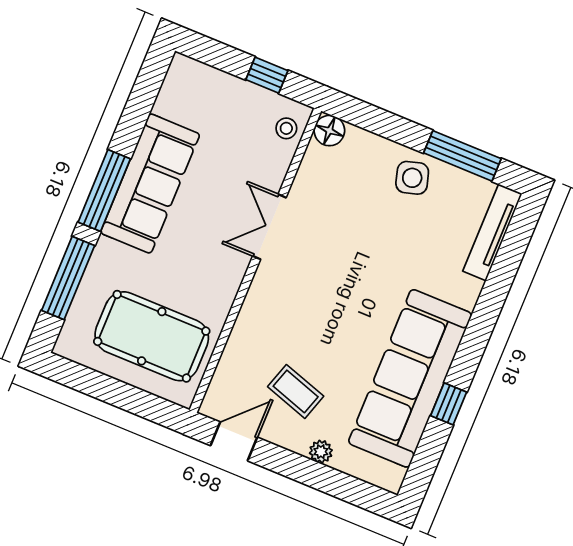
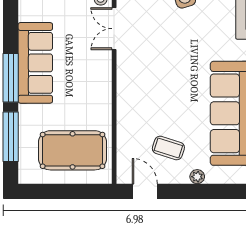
double door: (269, 227) -> (114, 29), moved
door: (234, 441) -> (145, 191), hinge flipped

